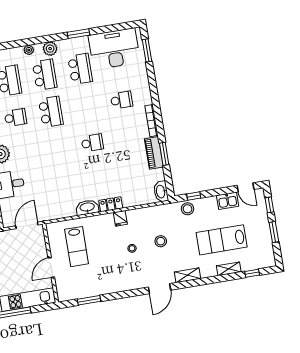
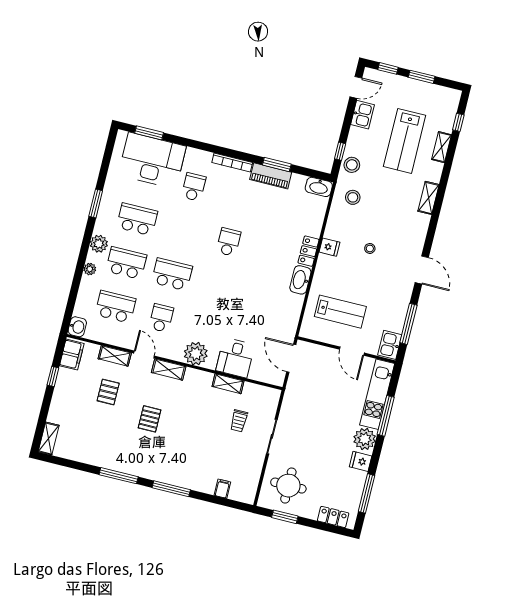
desk: (114, 49) -> (152, 161), moved, turned 90
stool: (161, 241) -> (353, 197), moved
door: (160, 289) -> (422, 270), moved
kitchen sink: (68, 293) -> (390, 345), added
window: (89, 300) -> (408, 324), width x1.44

